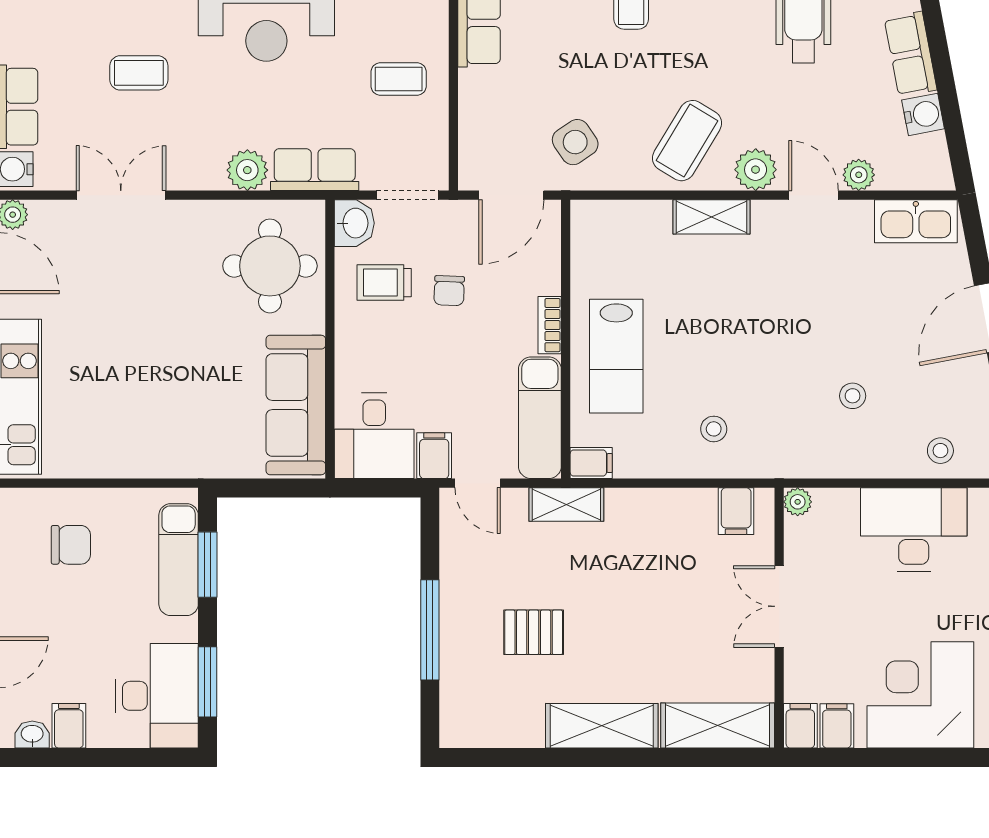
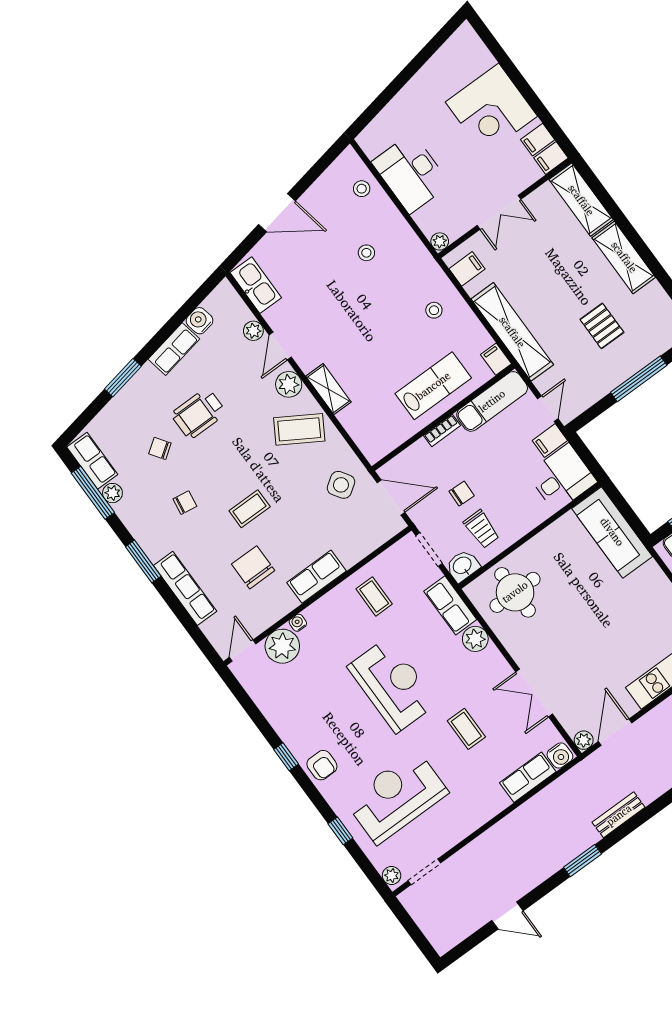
sofa: (296, 405) -> (612, 532), moved, turned 90
shelving: (566, 505) -> (512, 332), width x2.20, depth x1.33

